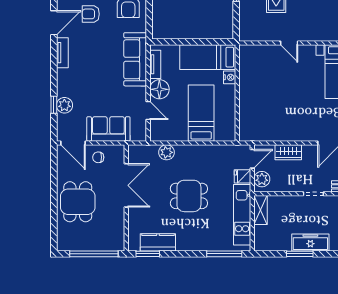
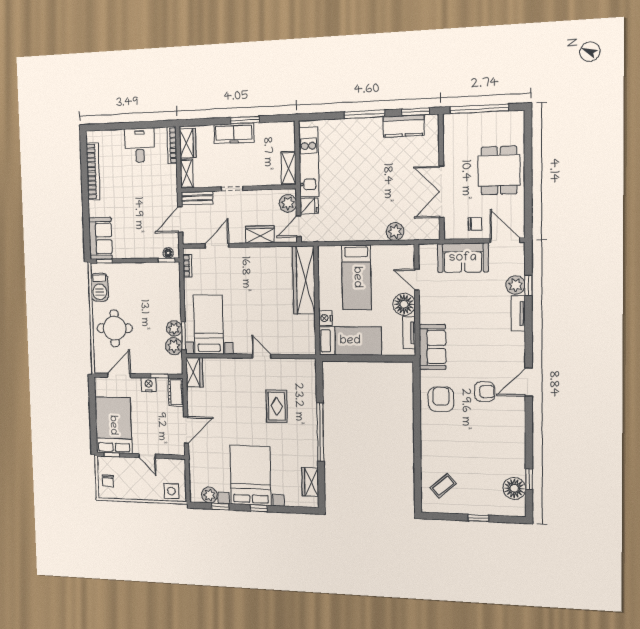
tv unit: (62, 53) -> (518, 313), moved
sofa: (135, 59) -> (432, 347), width x0.73
wardrobe: (249, 111) -> (304, 280), added
dining table: (189, 196) -> (369, 182), removed
window: (224, 254) -> (365, 114), moved

